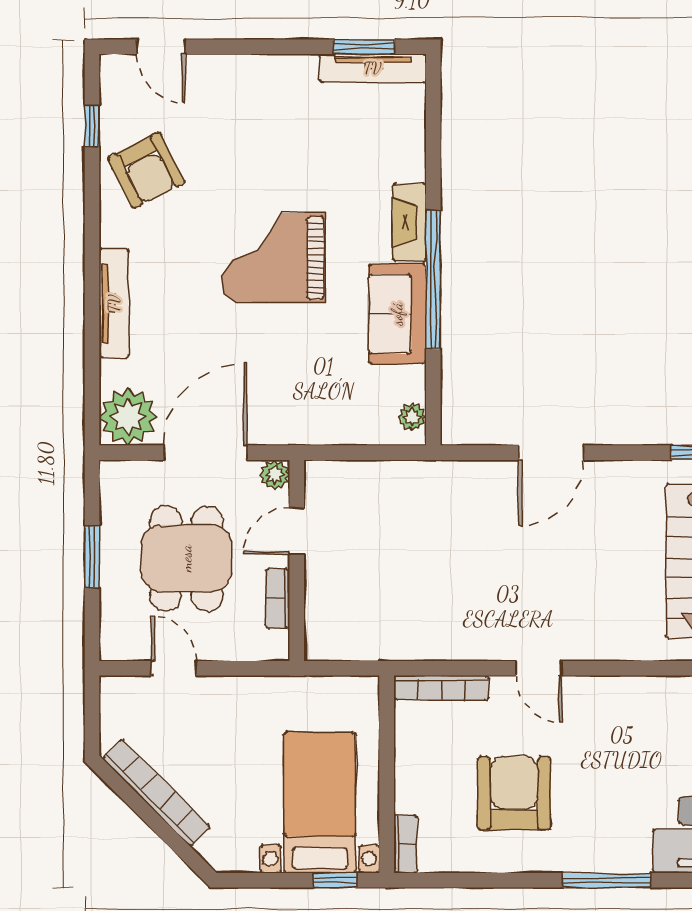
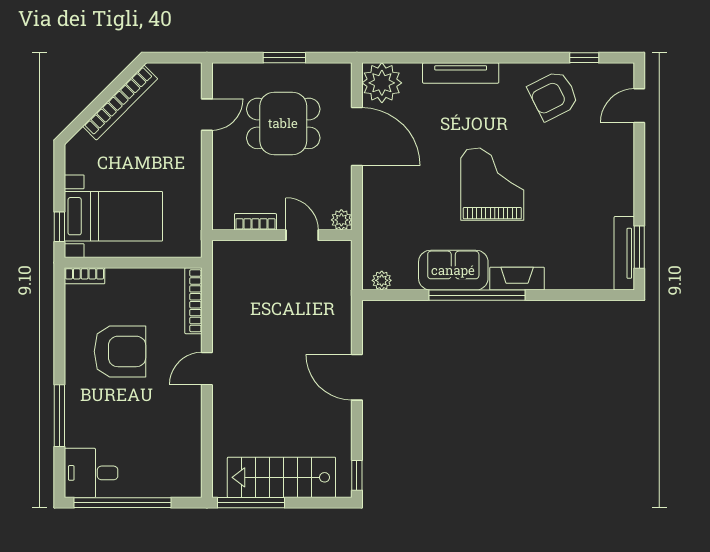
plant: (275, 475) -> (341, 220), moved
door: (297, 531) -> (302, 235), moved
wall: (297, 560) -> (282, 235), moved
bookcase: (278, 598) -> (255, 222), moved

